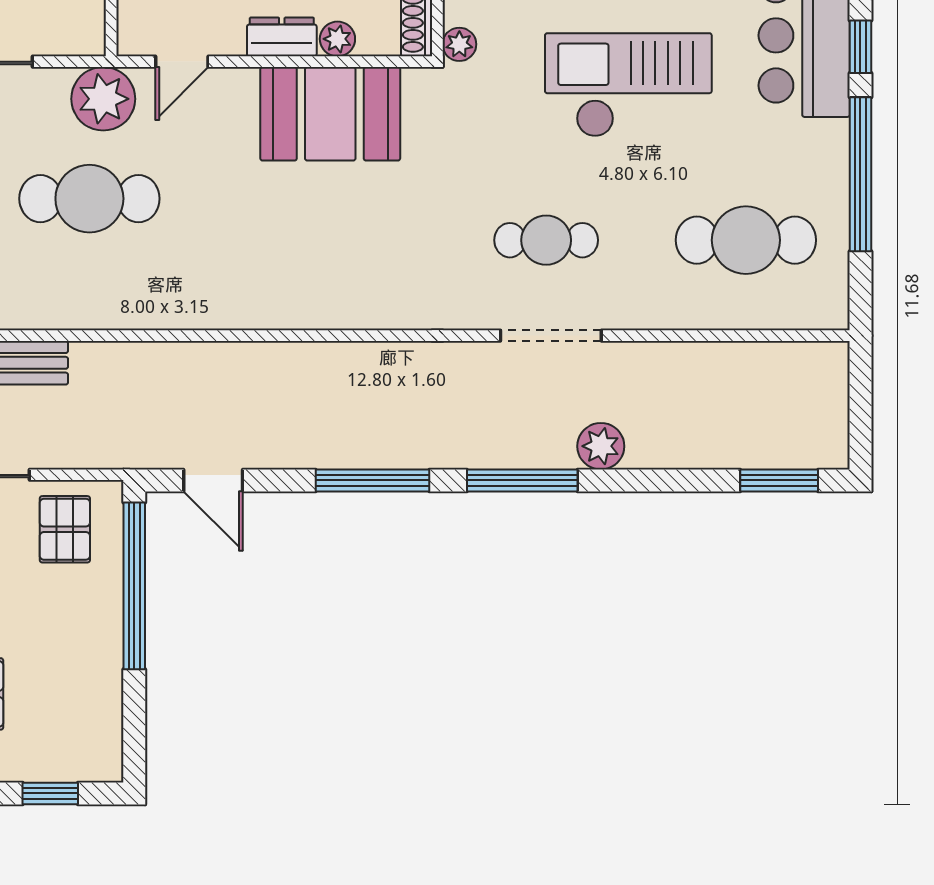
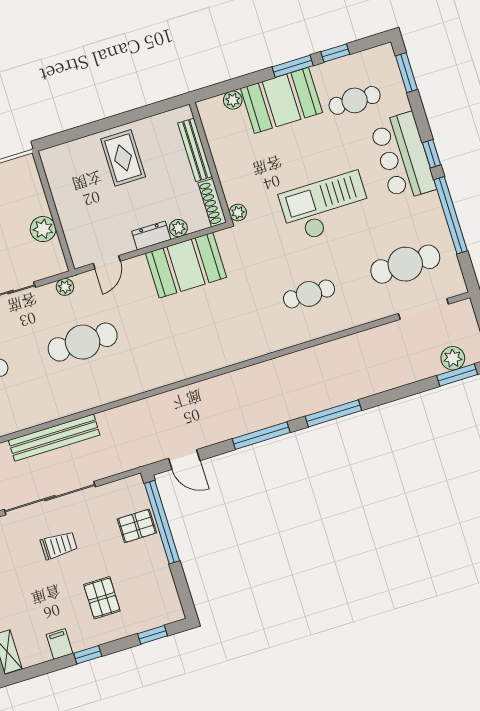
plant: (103, 99) -> (65, 287), width x0.53, depth x0.53
doorway: (551, 336) -> (423, 309), moved
plant: (601, 446) -> (453, 358), moved
pallet: (65, 529) -> (137, 526), moved, turned 90

